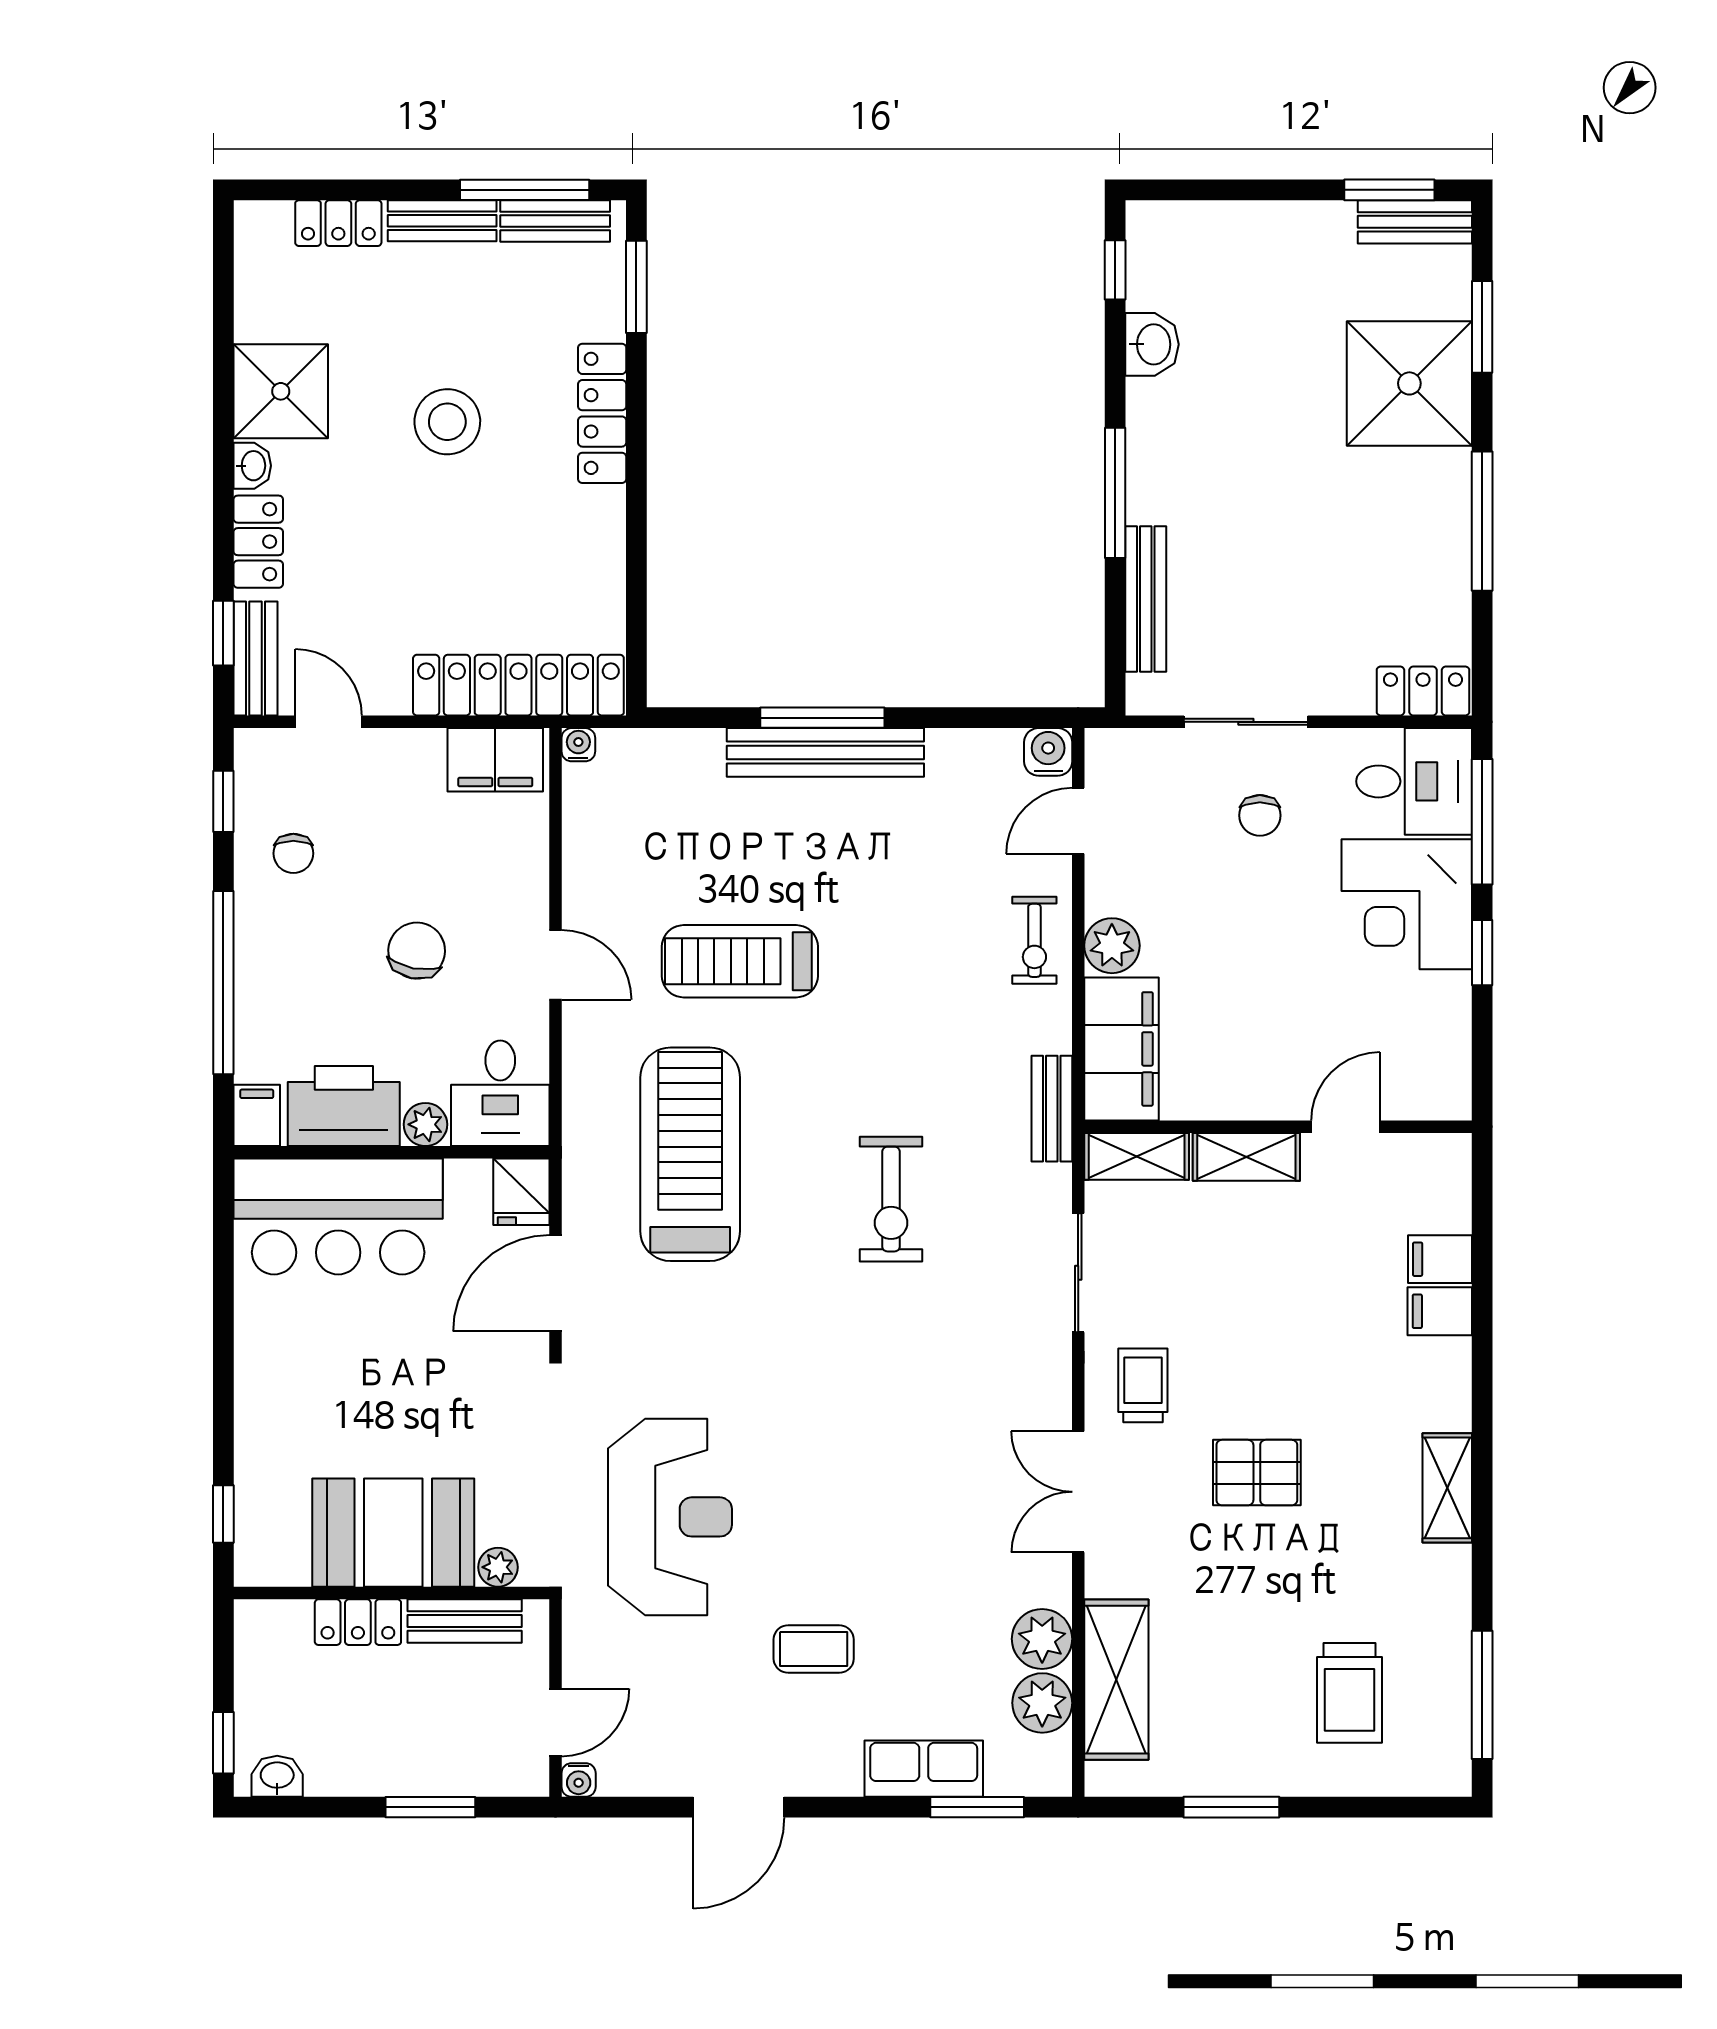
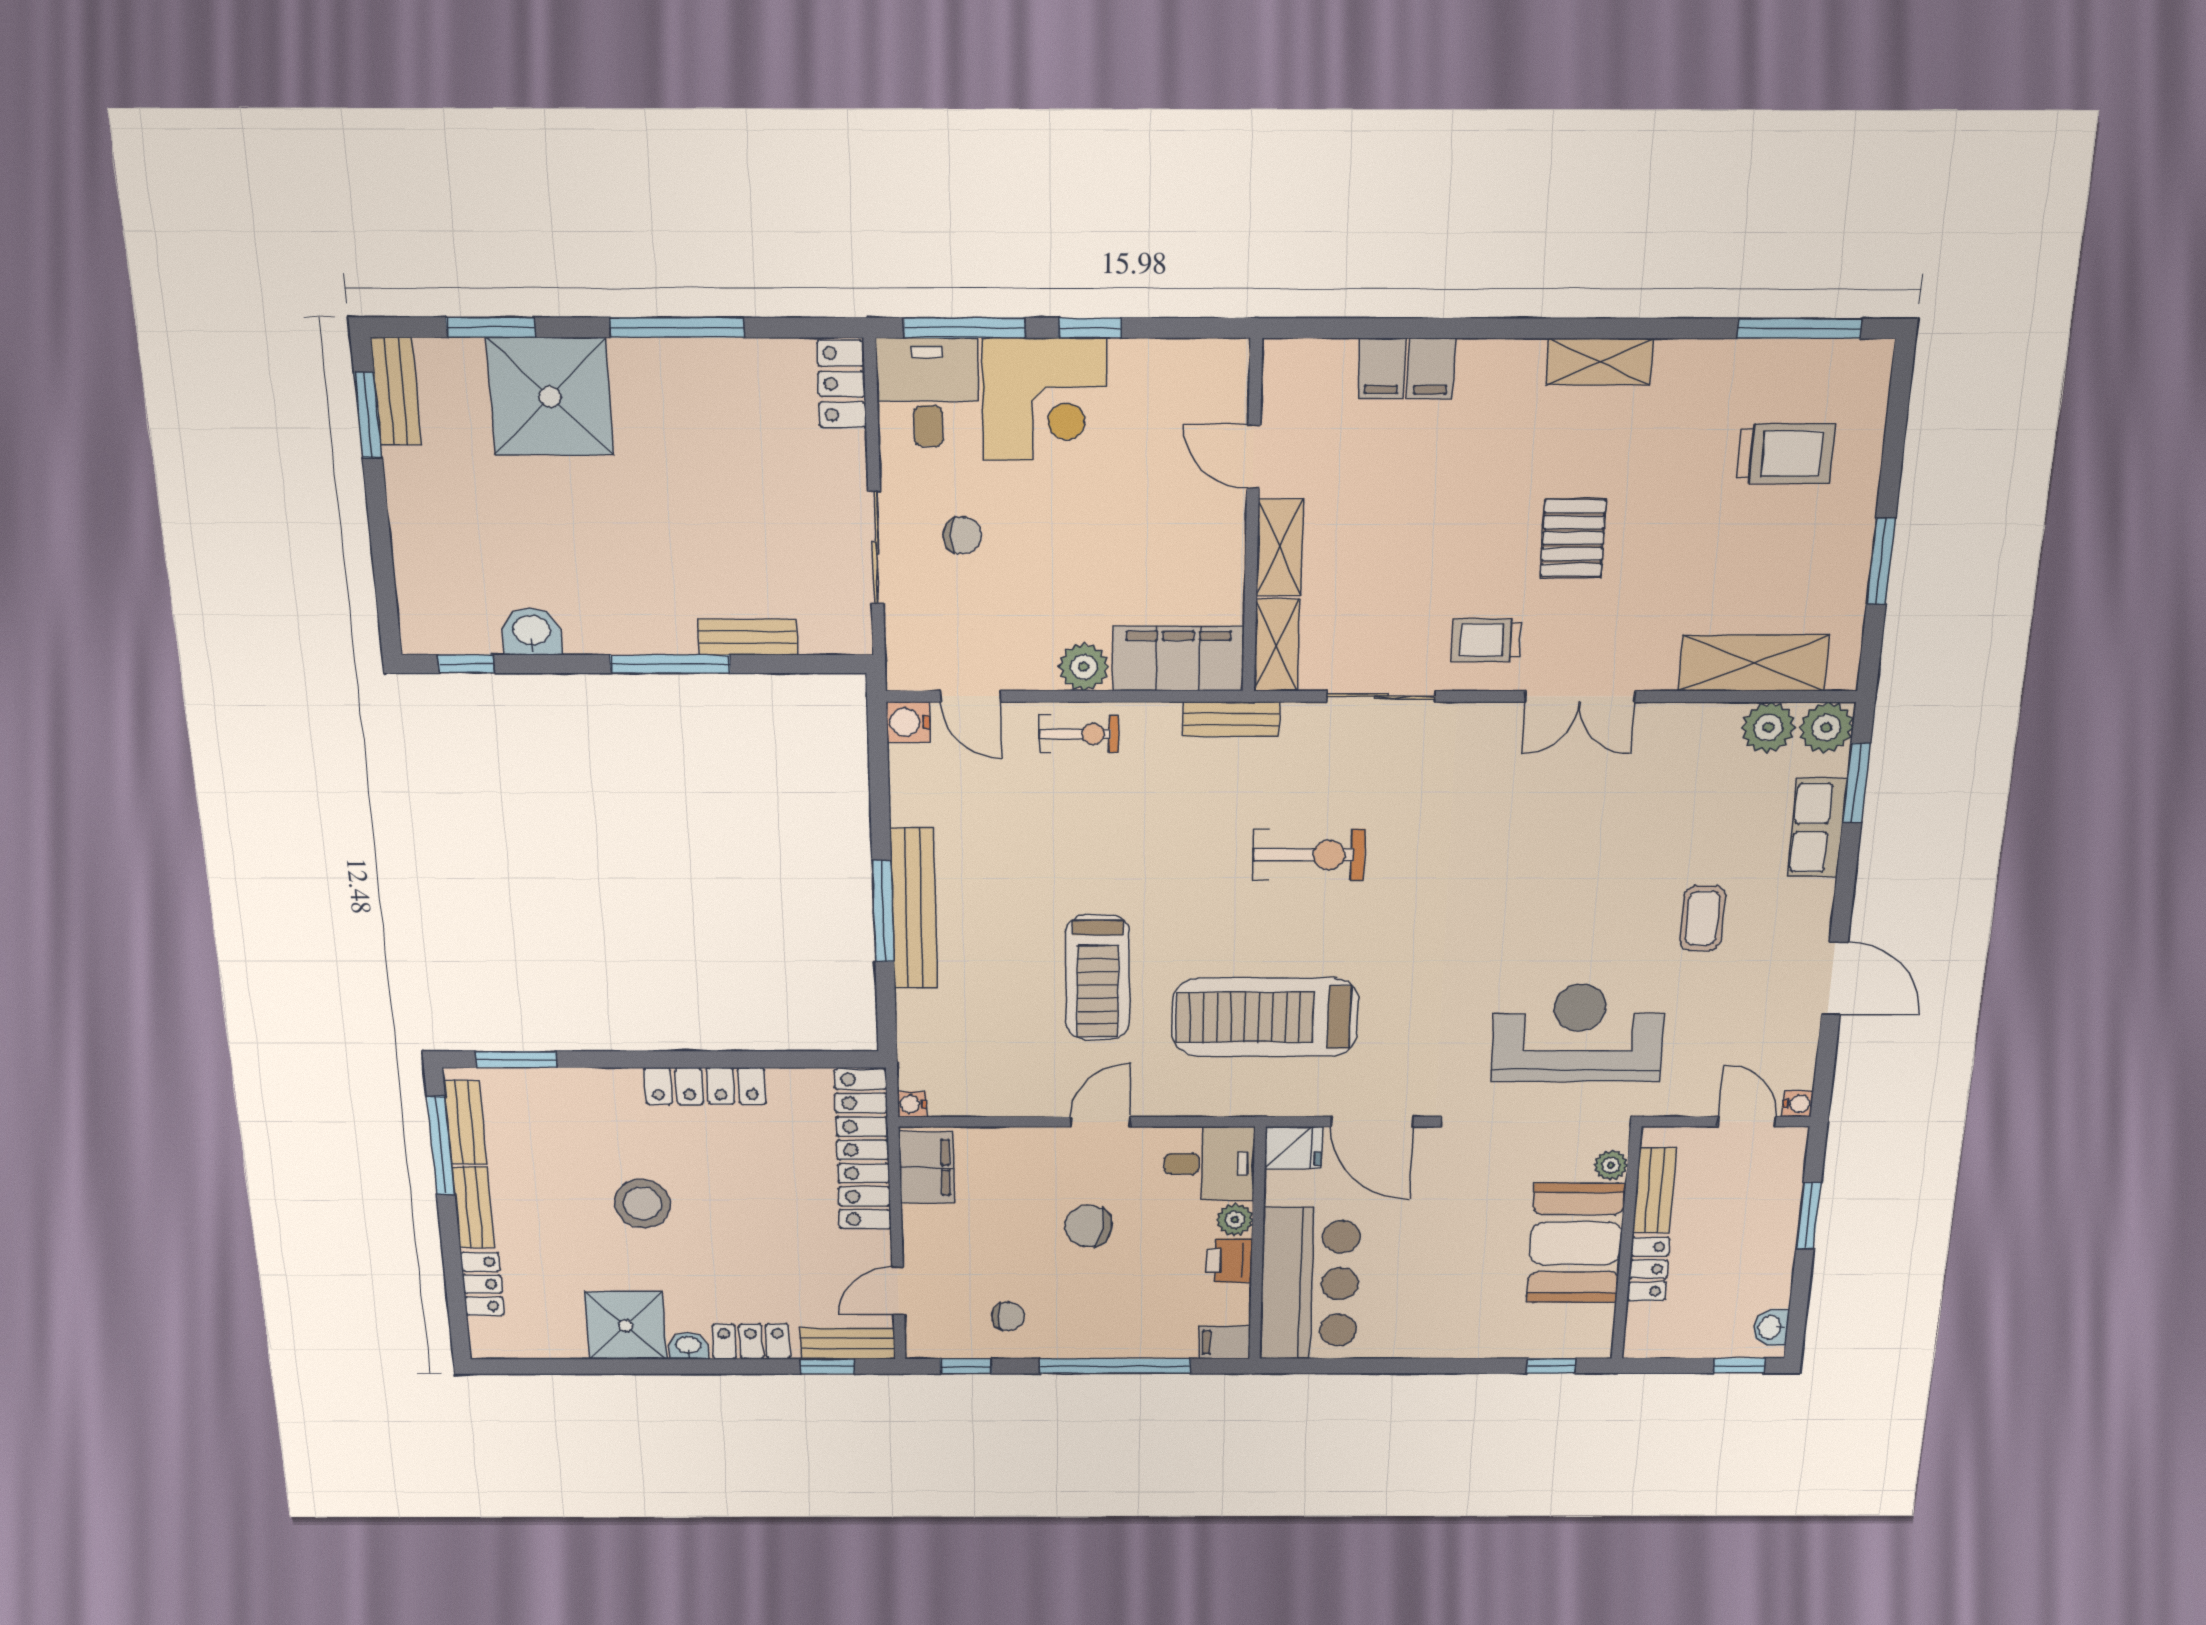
locker: (602, 413) -> (705, 1086), moved
bench: (1146, 599) -> (748, 637), width x0.73
printer: (344, 1106) -> (1229, 1261), width x0.53, depth x0.68
plant: (1042, 1639) -> (1826, 728), moved

